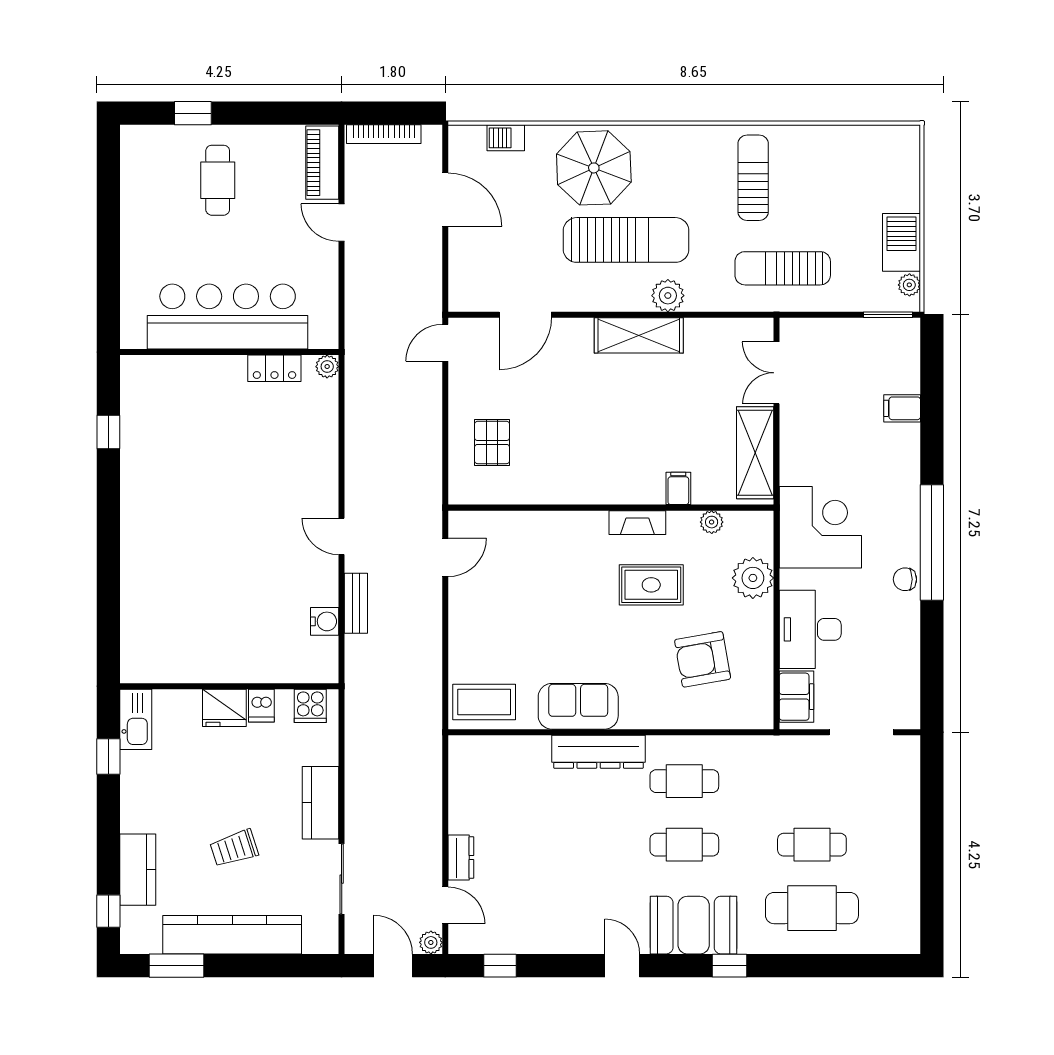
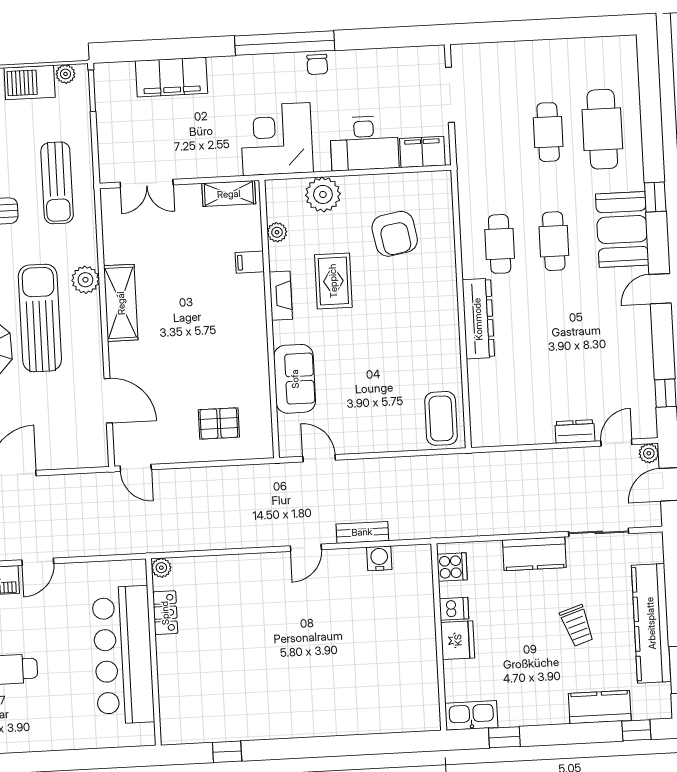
filing cabinet: (902, 408) -> (171, 77), width x3.00, depth x1.17
shelving: (755, 453) -> (229, 194), width x0.67, depth x0.75
sofa: (578, 706) -> (295, 379), moved, turned 180

